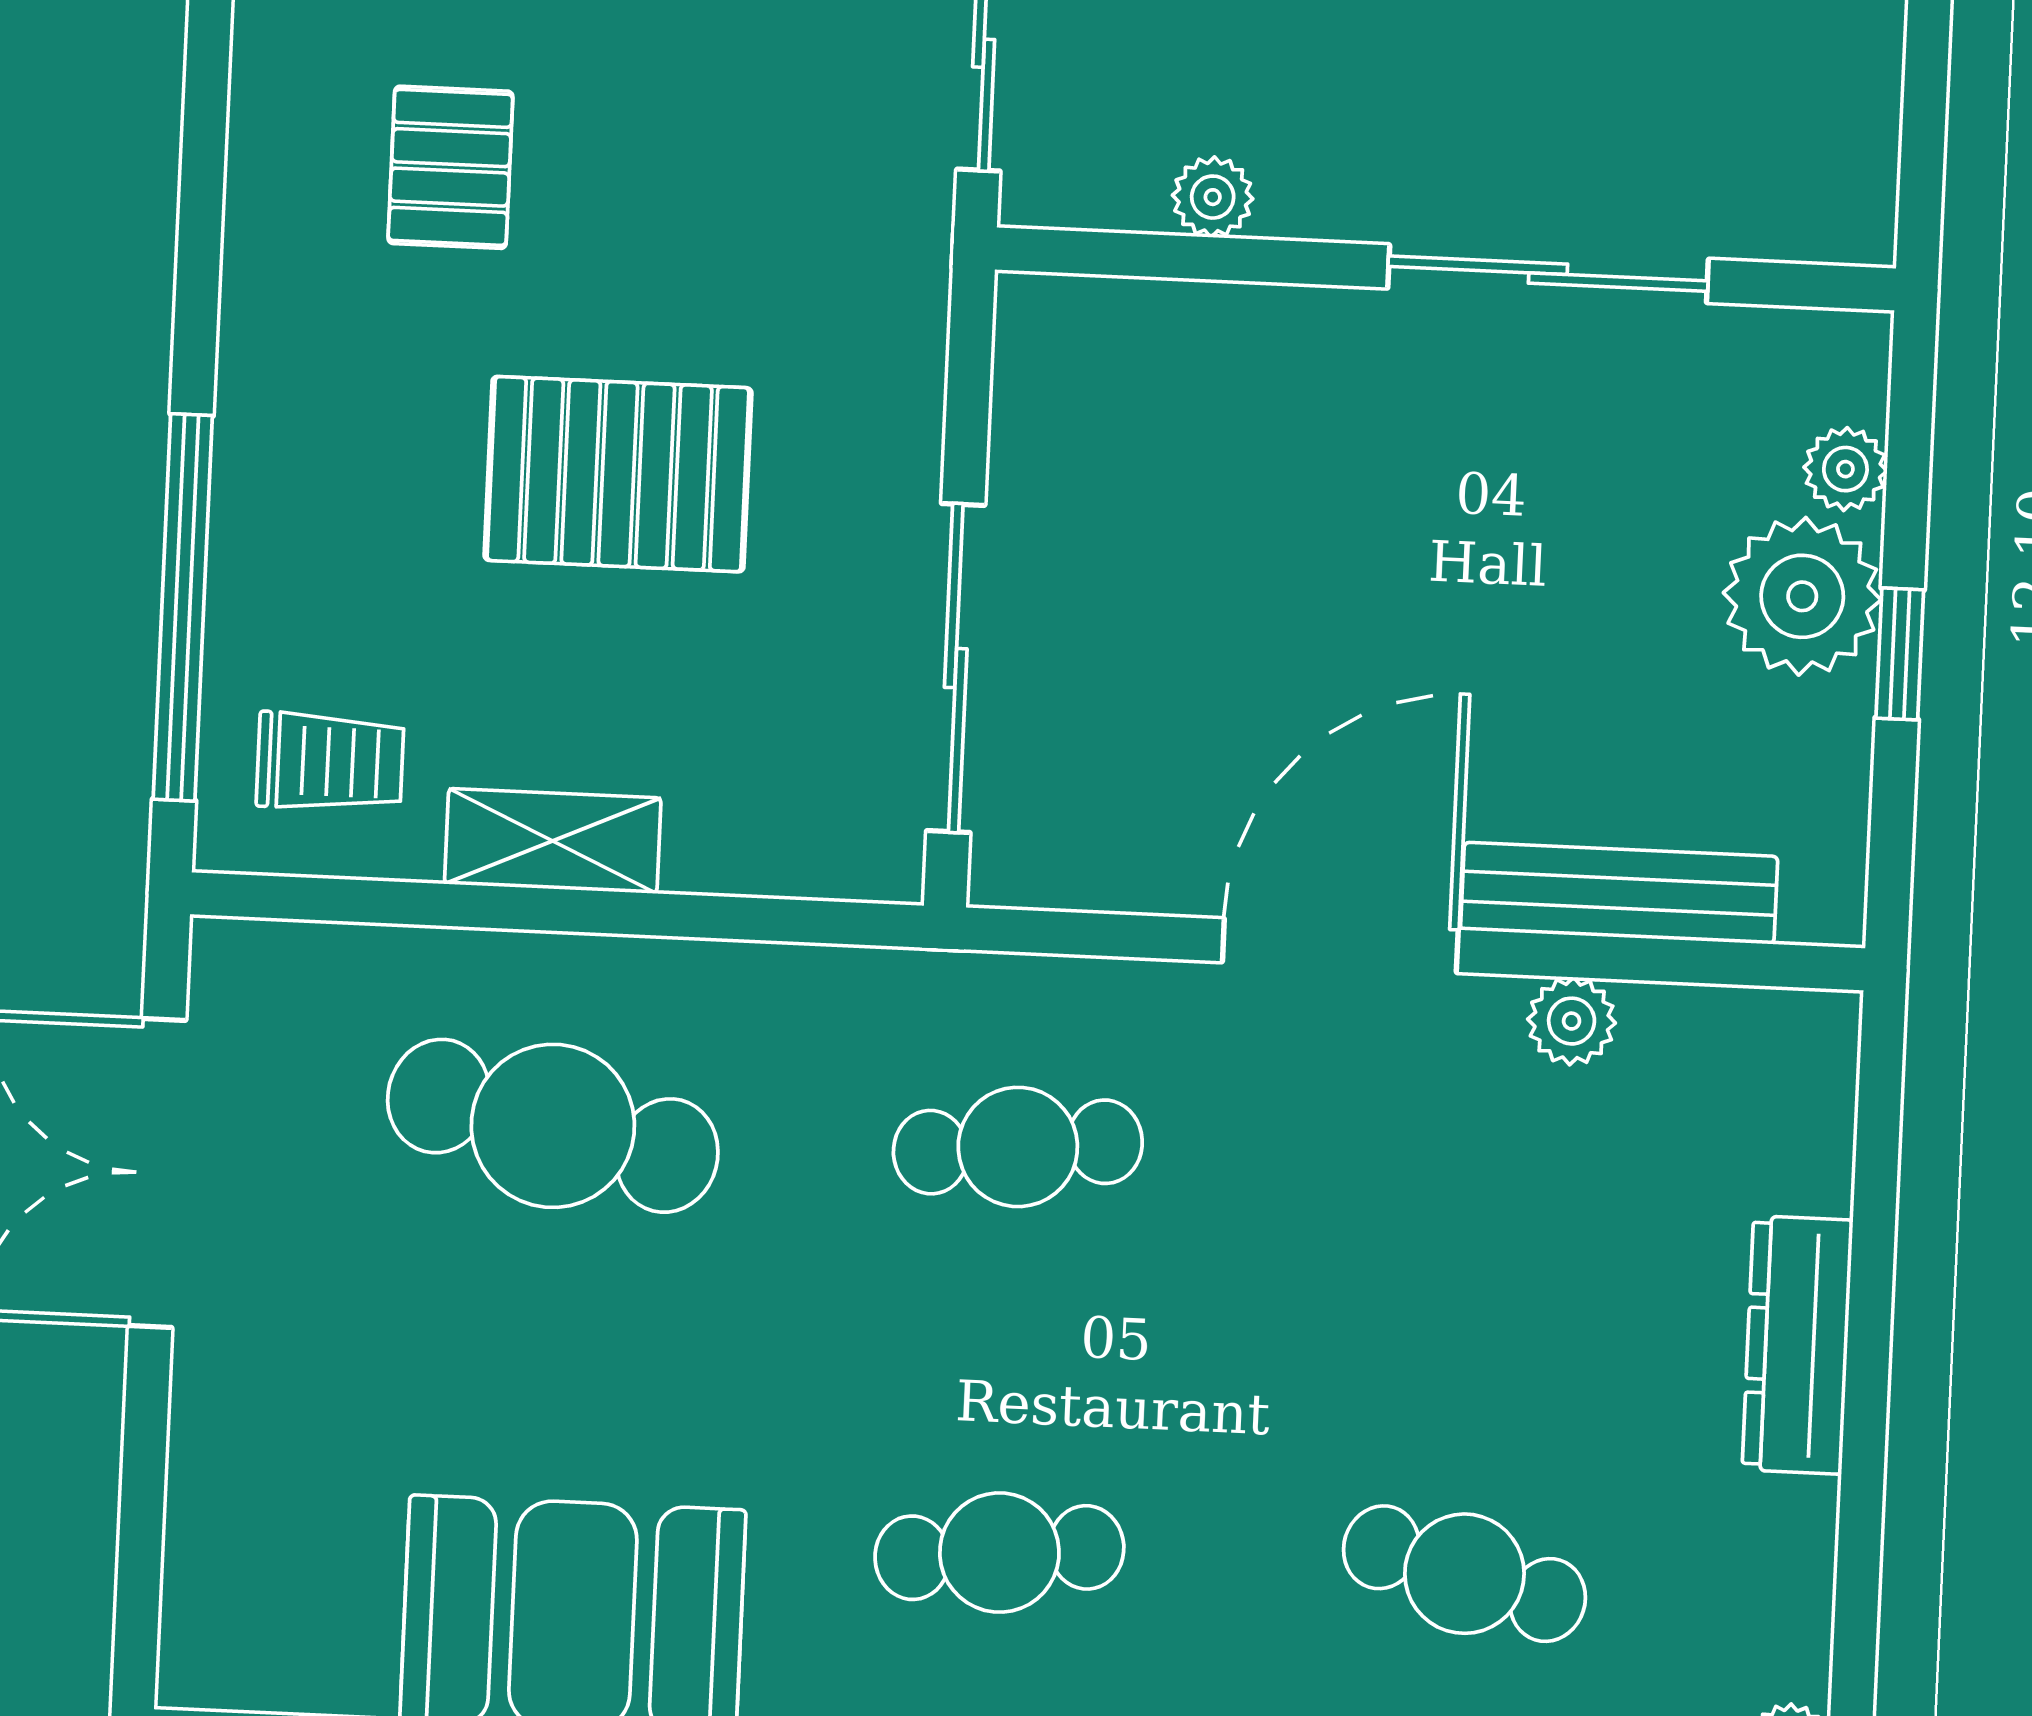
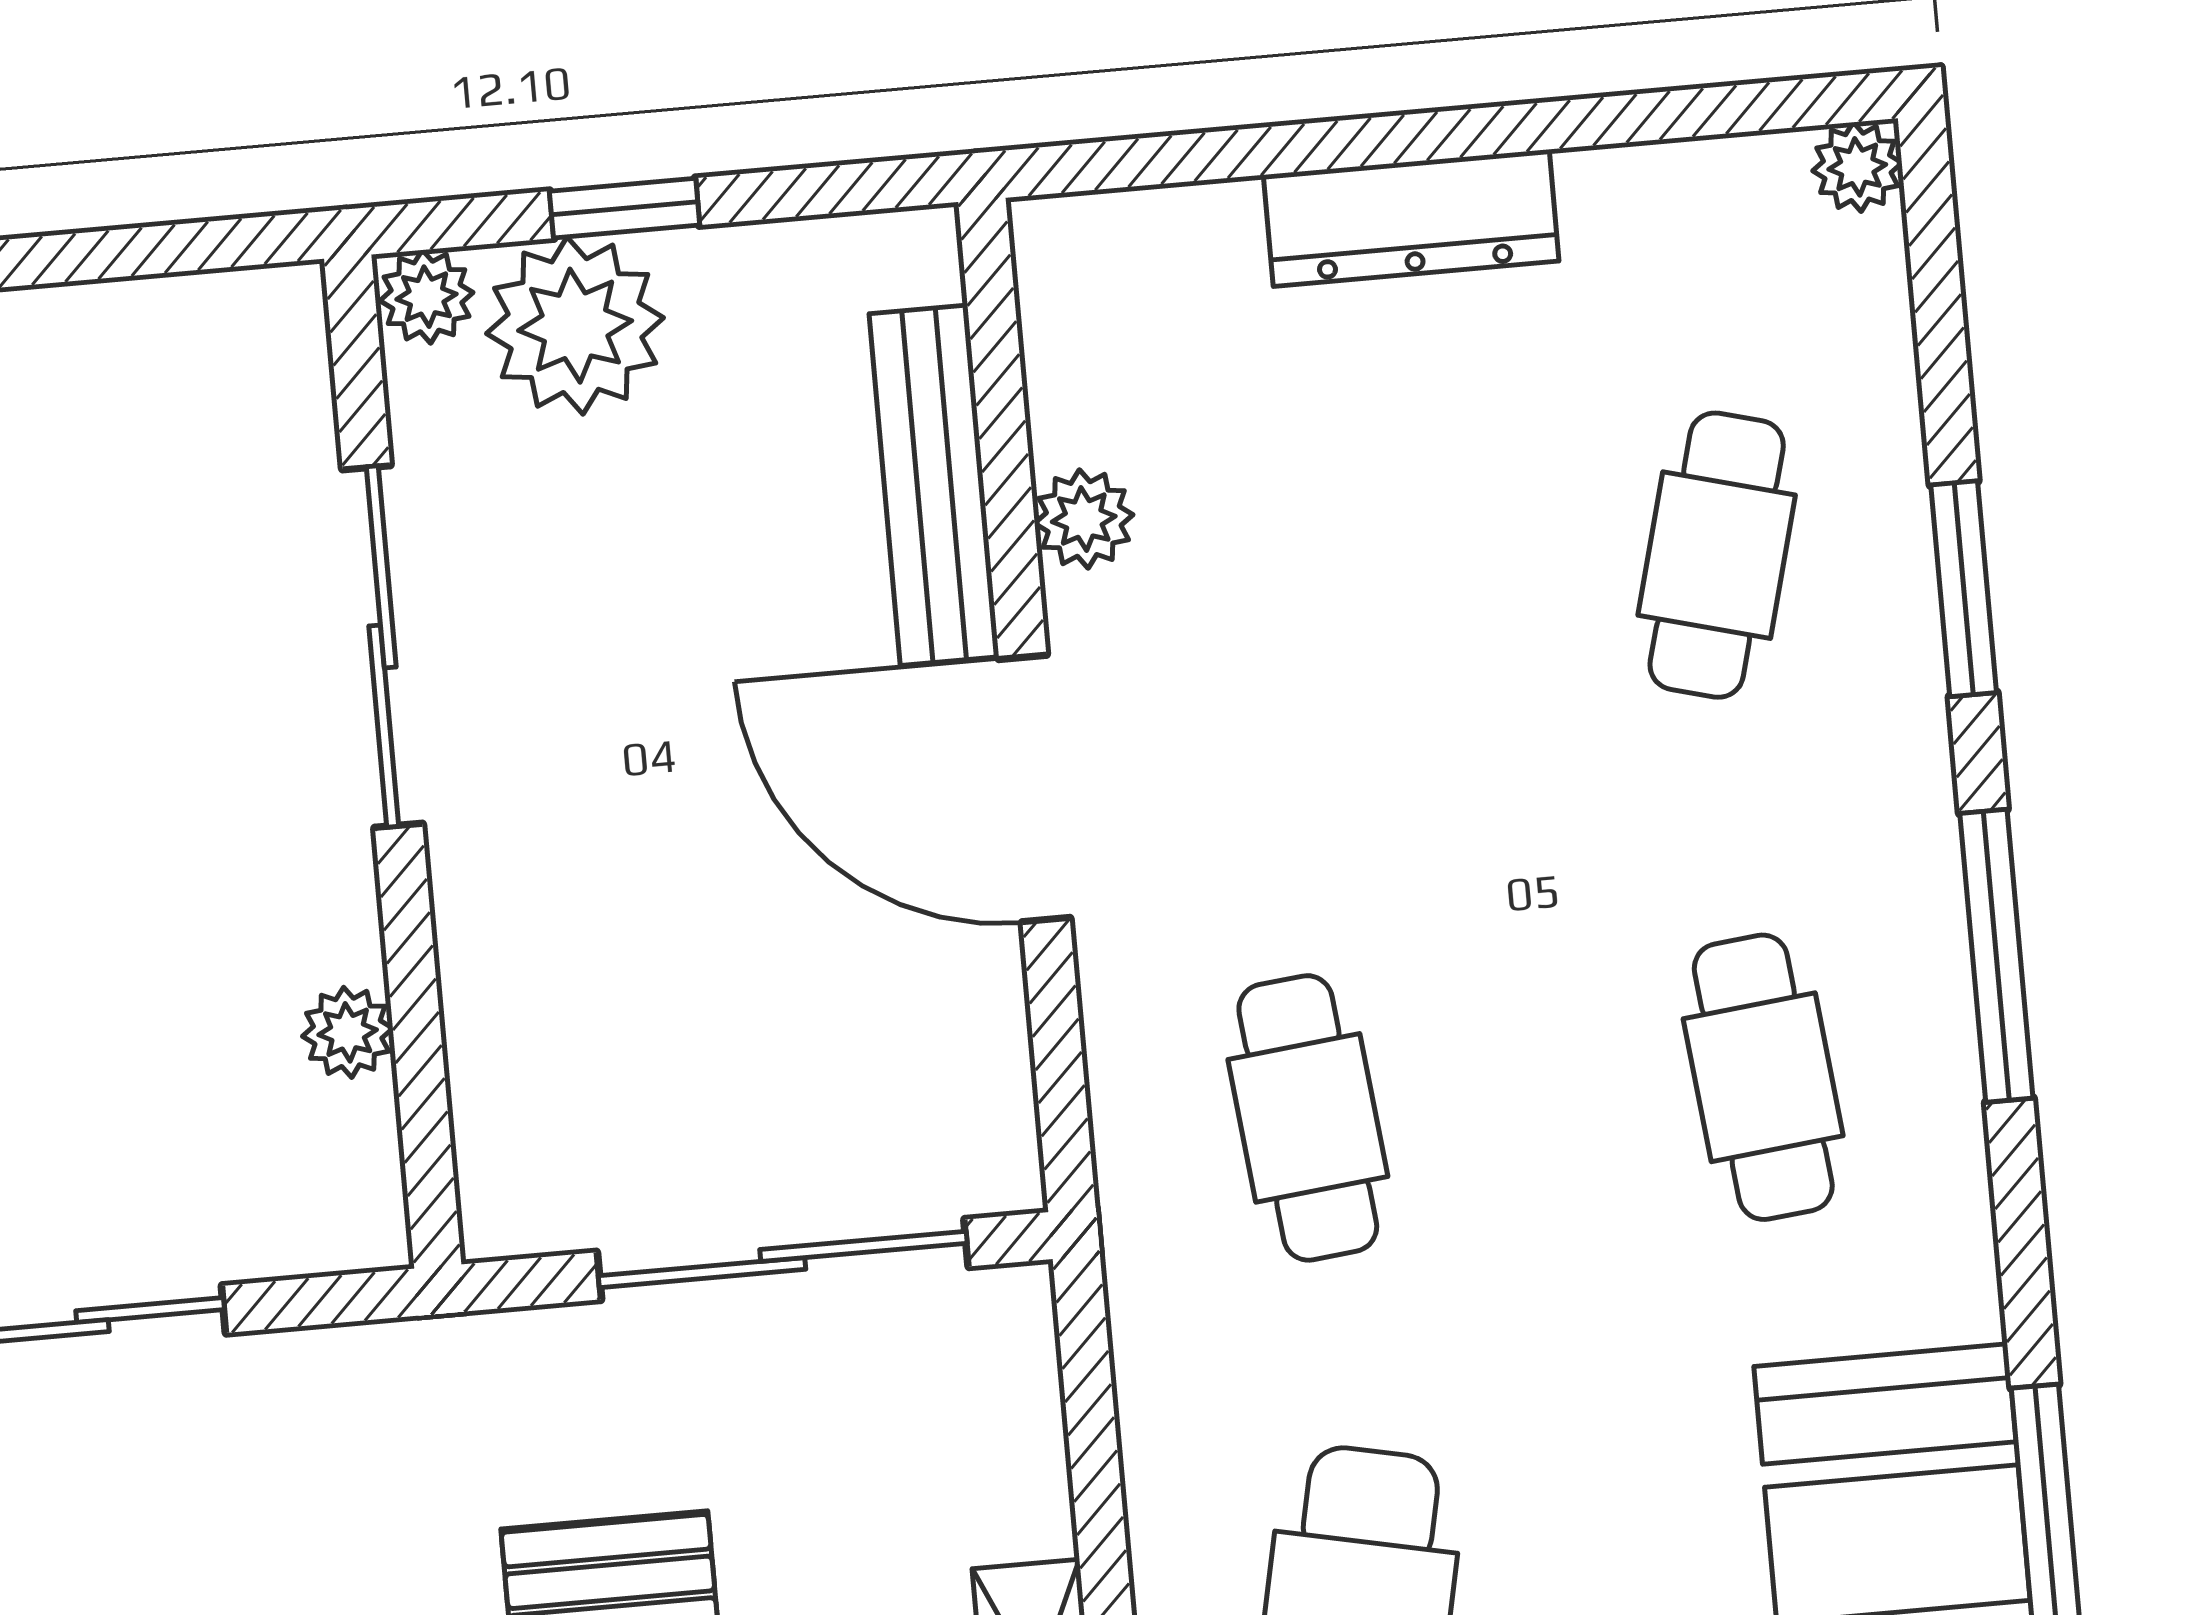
plant: (1213, 197) -> (348, 1032), moved
wall: (1446, 269) -> (393, 762), moved
sliding door: (1548, 274) -> (382, 646), moved

